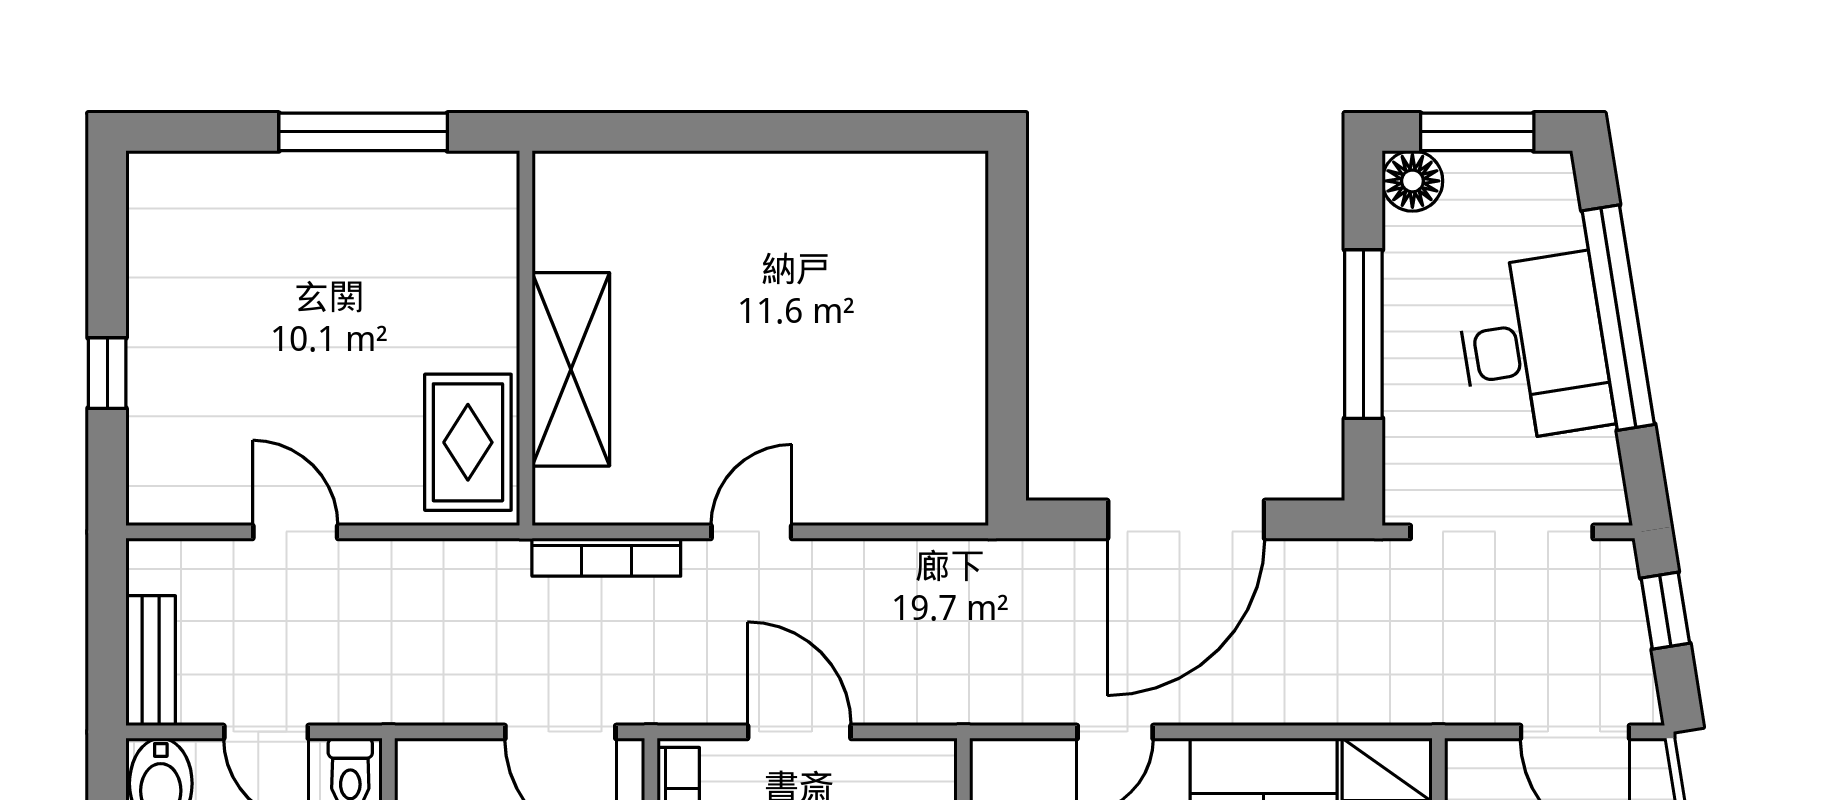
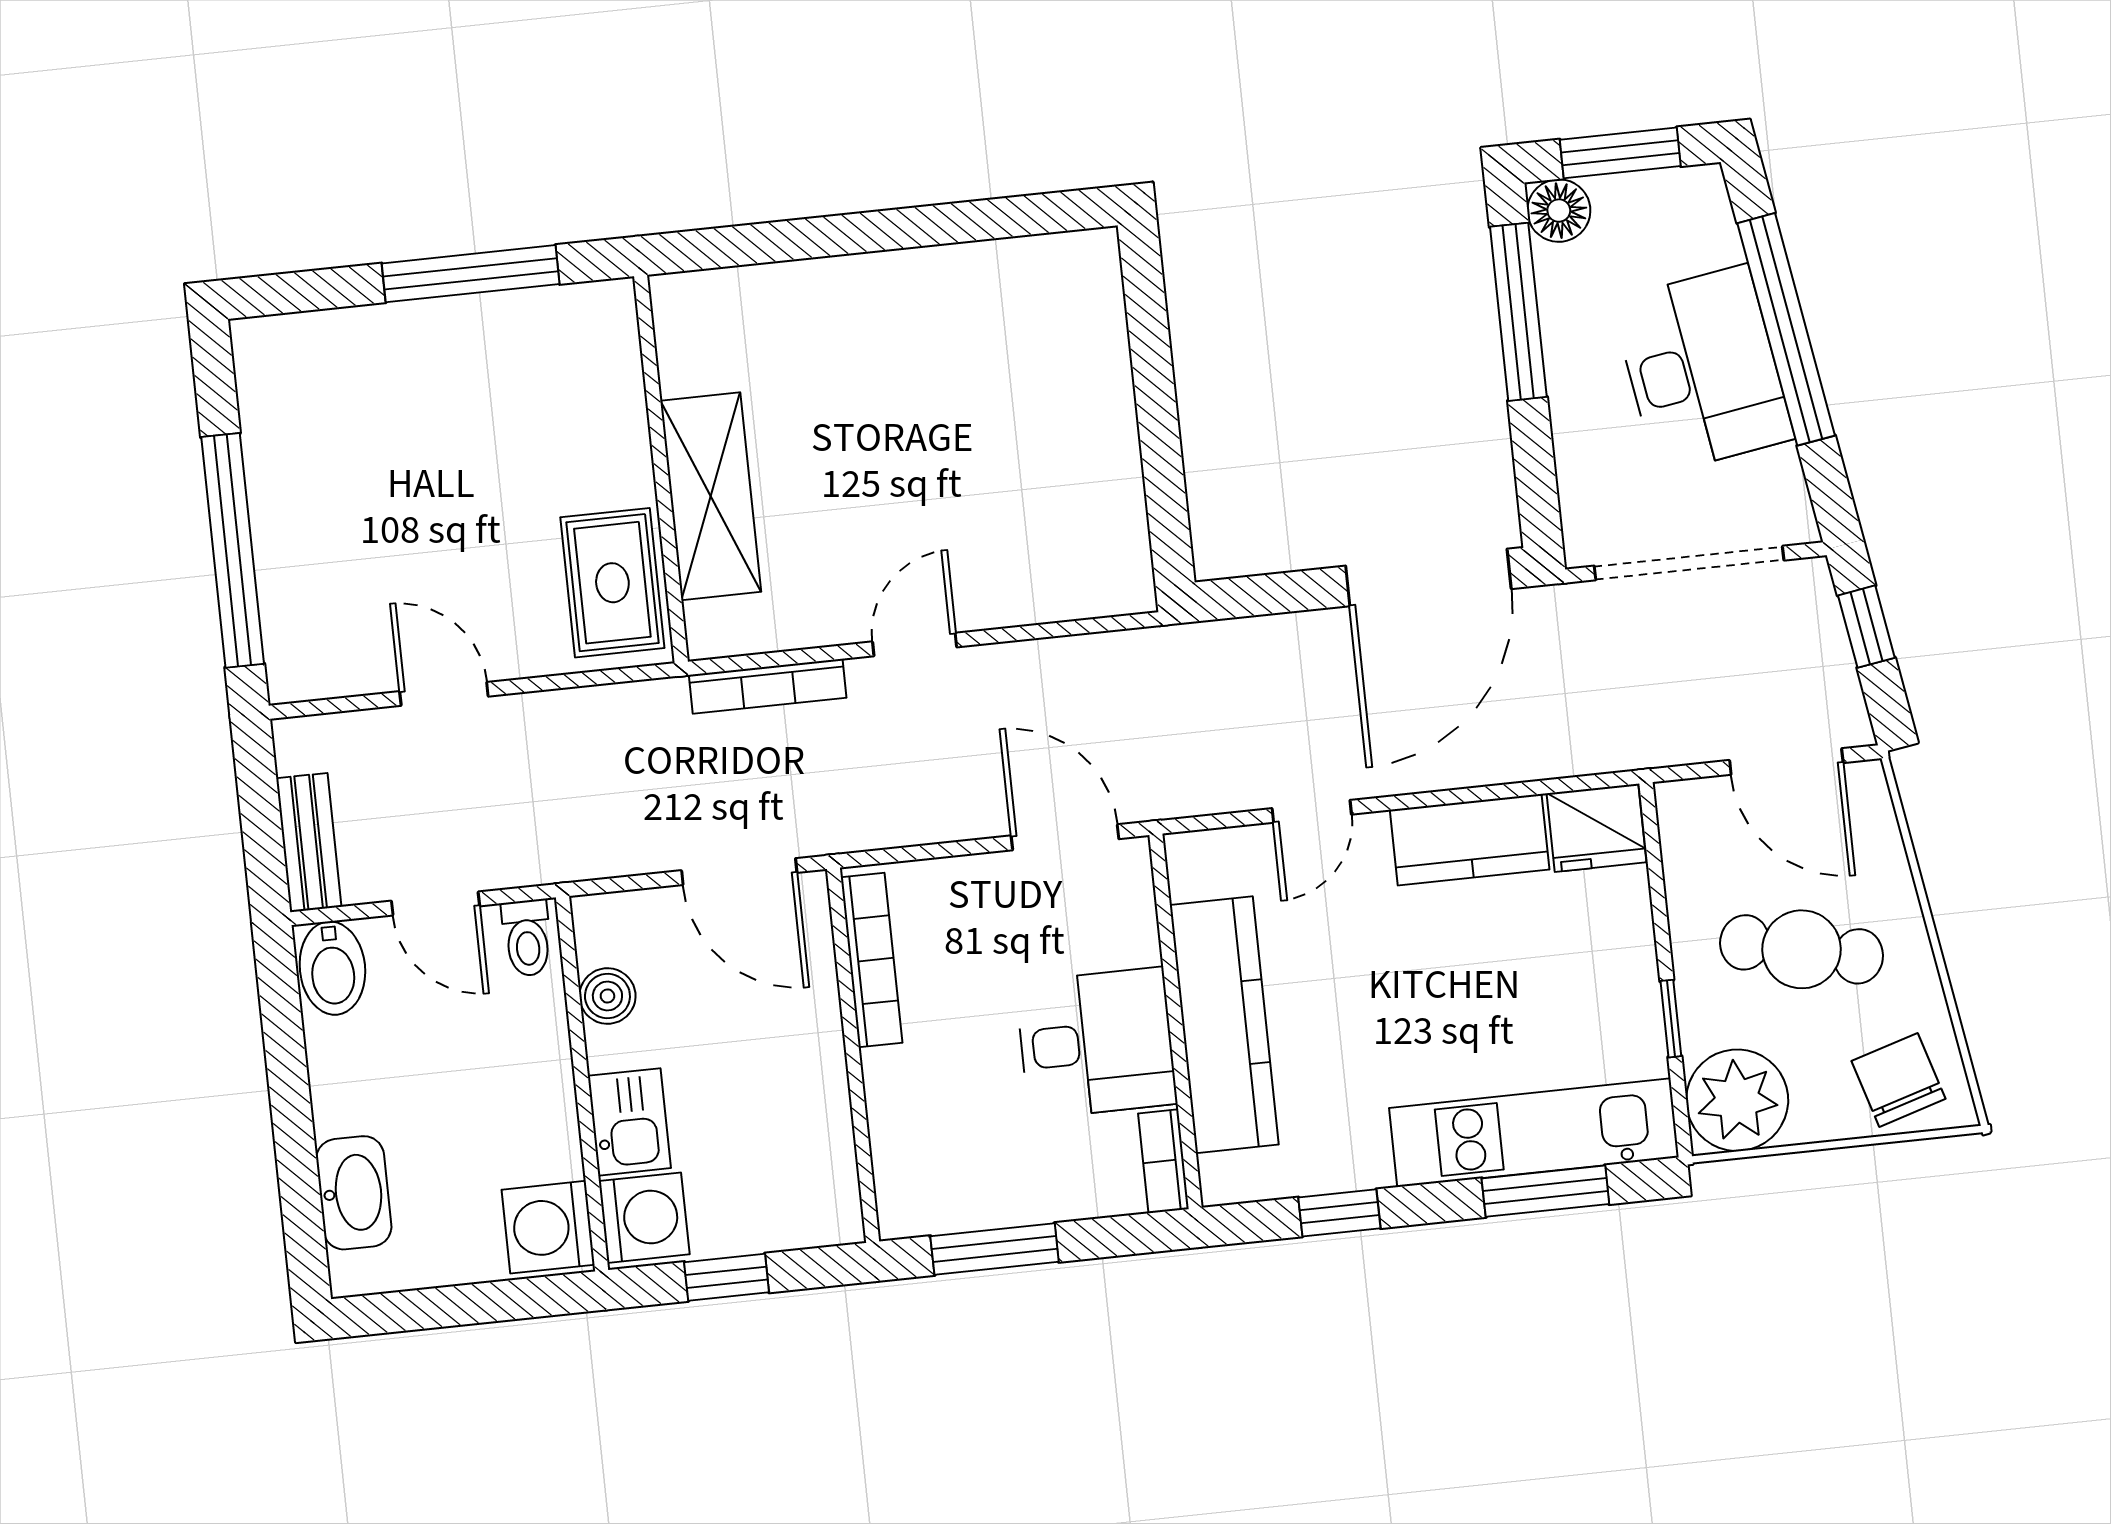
window: (1363, 334) -> (1518, 312), moved
window: (107, 373) -> (233, 550), width x3.17
door: (1186, 519) -> (1428, 577), moved
door: (799, 732) -> (1065, 837), moved

